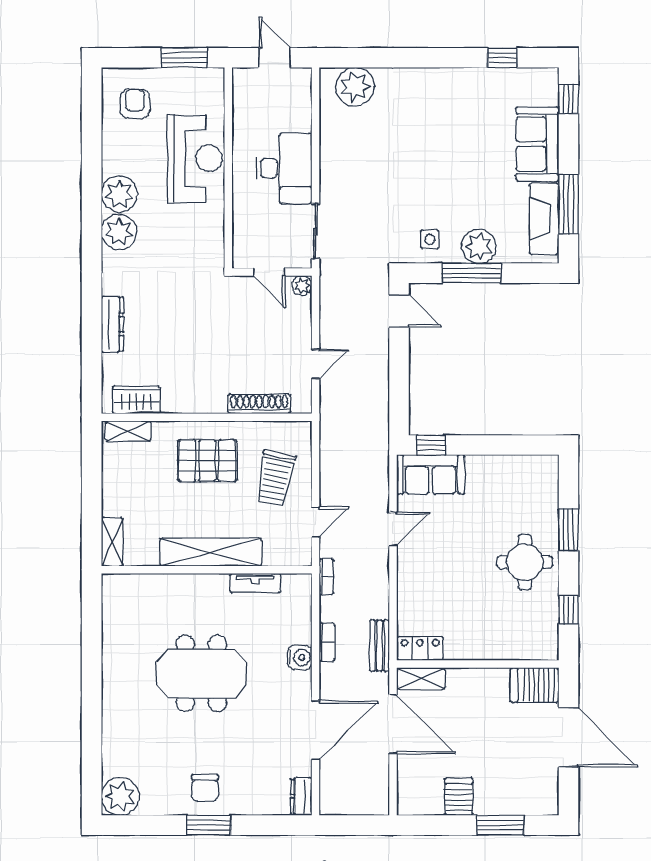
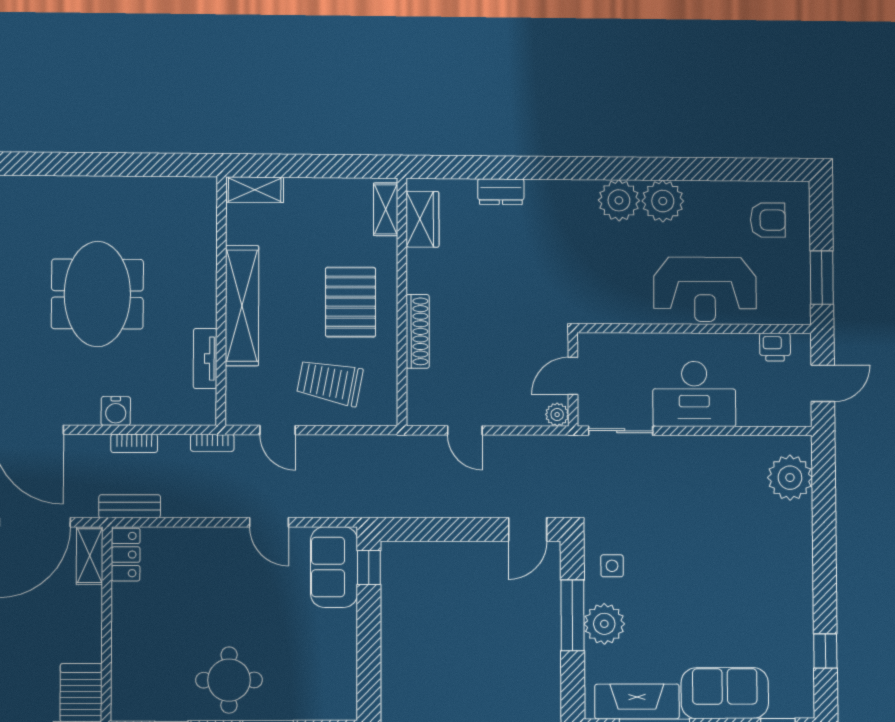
printer: (244, 99) -> (775, 347), added
dresser: (112, 324) -> (501, 192), width x0.70
shoe rack: (259, 404) -> (418, 331), moved

